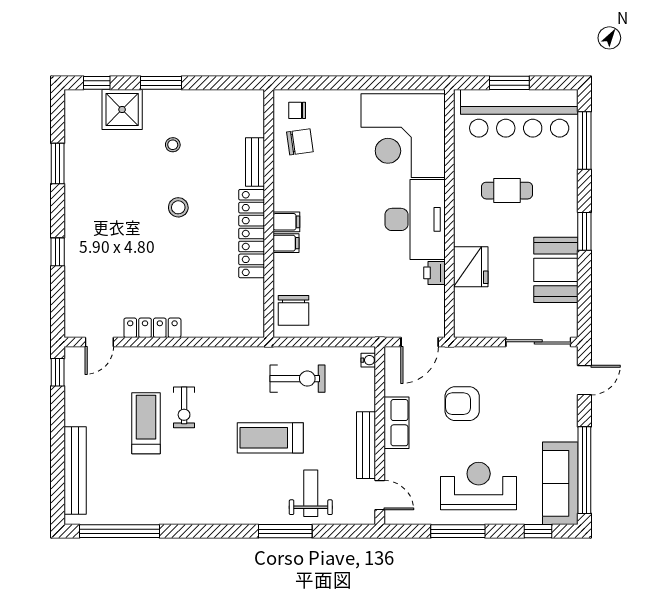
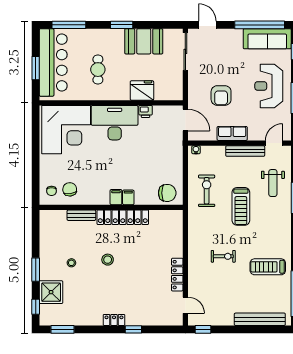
window: (58, 163) -> (63, 329), moved
locker: (74, 218) -> (114, 320), added
treadmill: (146, 423) -> (268, 267), moved
weight bench: (311, 493) -> (273, 183), turned -90

